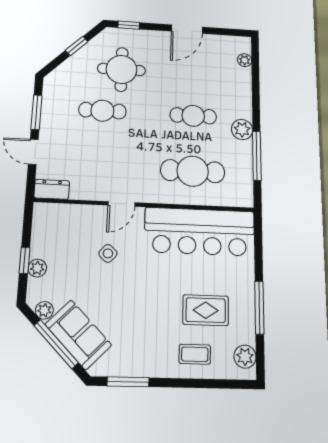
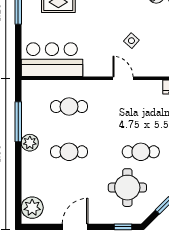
plant: (245, 60) -> (32, 208), width x1.88, depth x1.88
cafe table: (193, 171) -> (69, 107), width x0.73, depth x0.74
door: (121, 204) -> (123, 78), hinge flipped
bar counter: (200, 232) -> (52, 60), width x0.73

